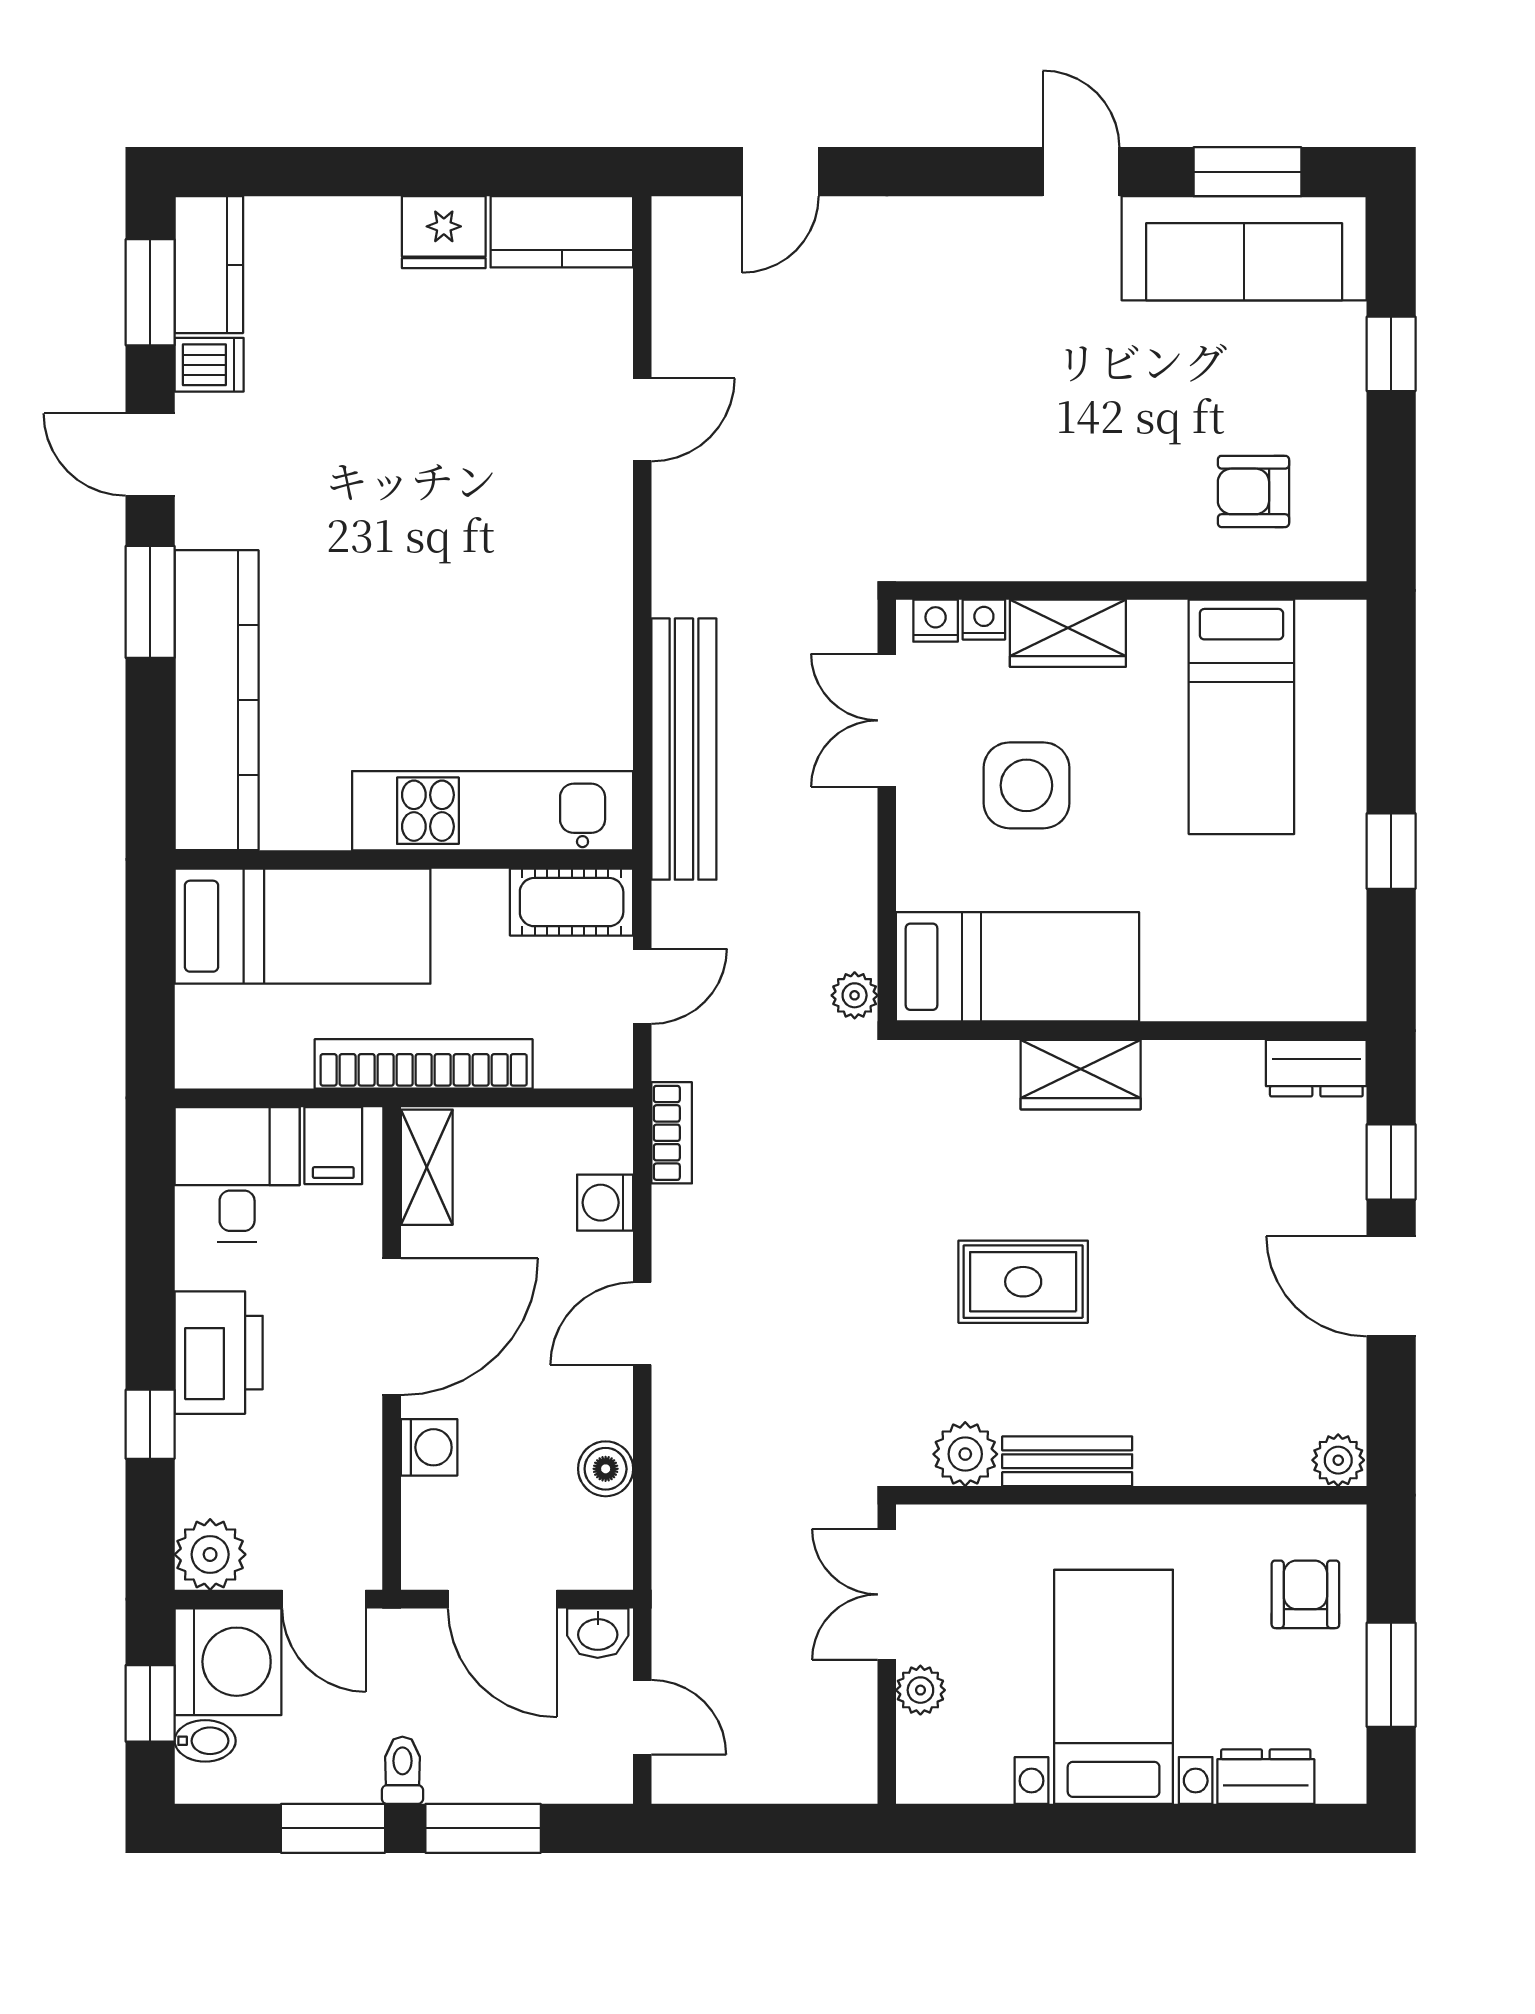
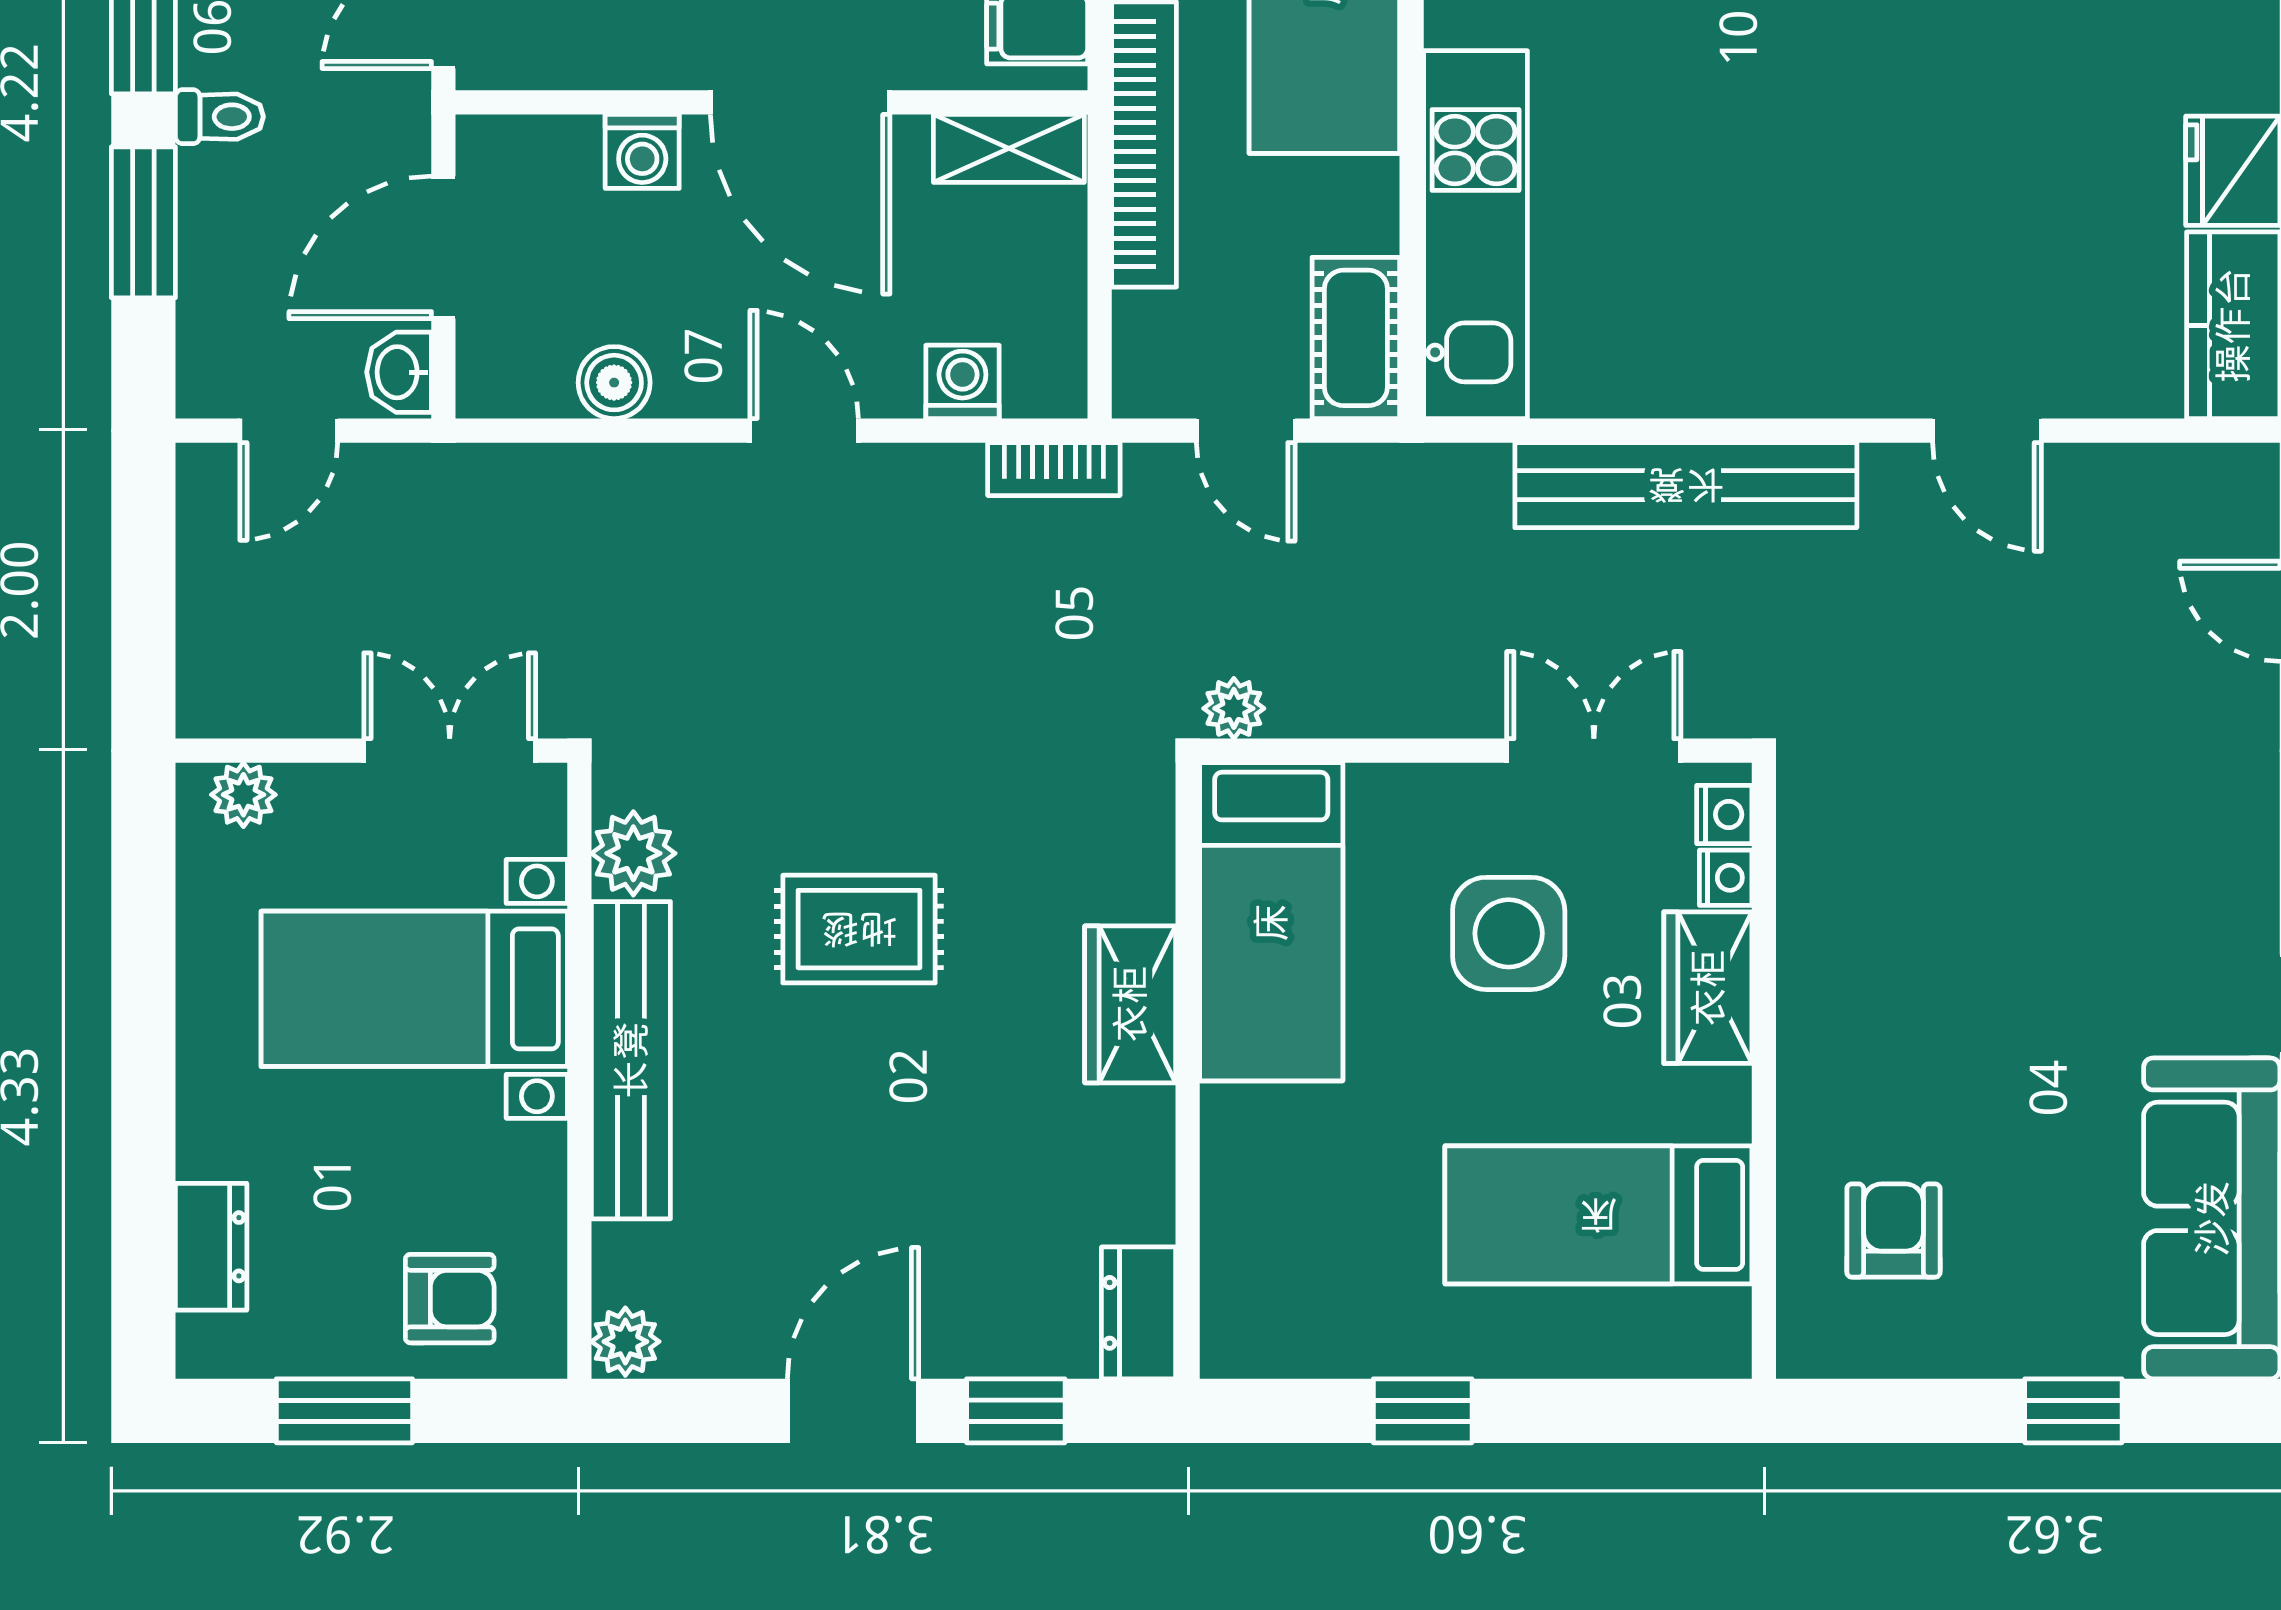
bench: (684, 749) -> (1686, 485), moved
rug: (1023, 1282) -> (859, 929), turned 90
bench: (1067, 1461) -> (631, 1060), width x1.86, depth x1.21
bed with nightstands: (1114, 1687) -> (414, 989), moved, turned 180
plant: (920, 1690) -> (243, 795), moved

